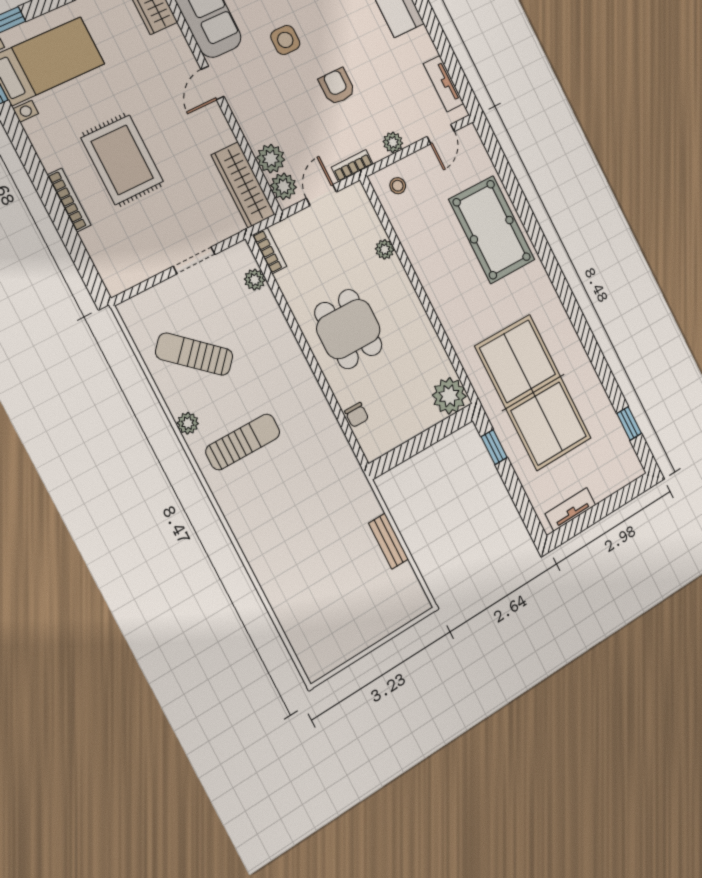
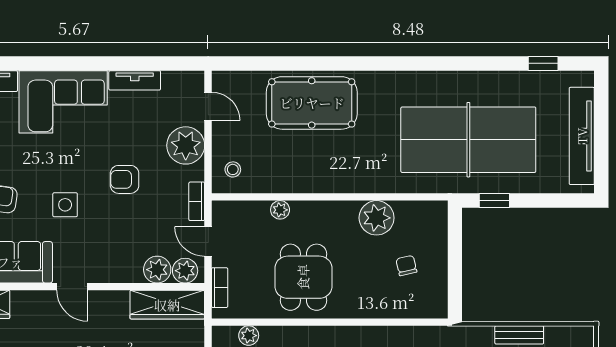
tv unit: (443, 84) -> (135, 80), moved
plant: (393, 142) -> (186, 145), width x1.88, depth x1.88
bookcase: (270, 251) -> (220, 288), moved, turned 90
dining table: (348, 329) -> (303, 277), moved, turned 90
plant: (449, 396) -> (377, 218), moved
chair: (357, 415) -> (406, 266), moved, turned -103
tv unit: (570, 509) -> (582, 136), width x1.92, depth x1.29

